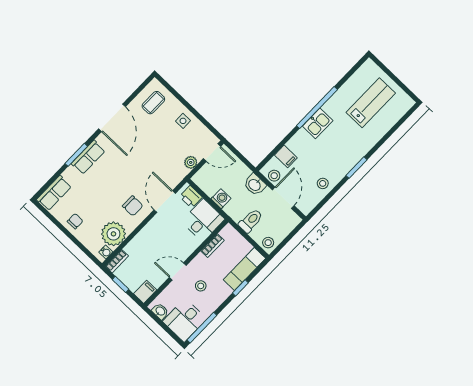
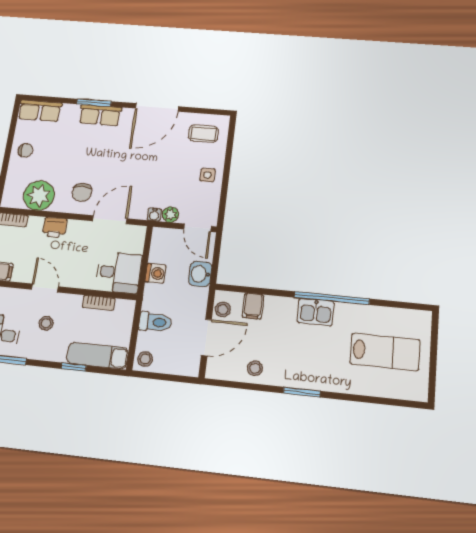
washbasin: (255, 185) -> (200, 274), moved
printer: (191, 197) -> (55, 227), moved, turned -90
water cooler: (106, 252) -> (154, 215), moved

